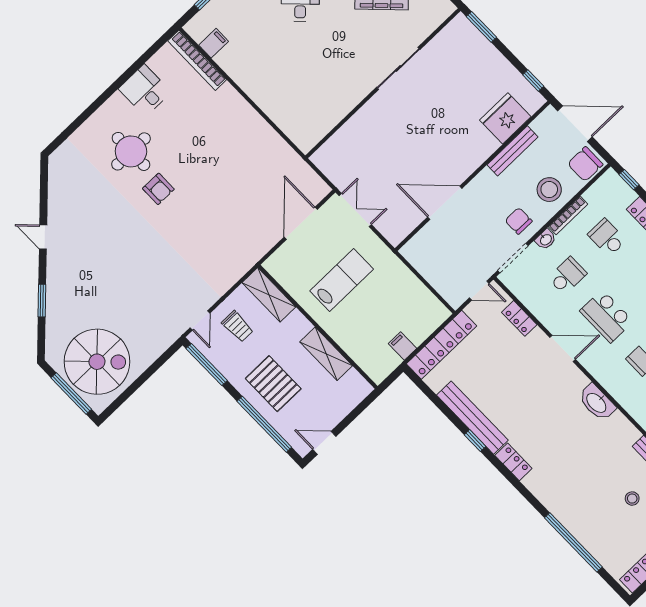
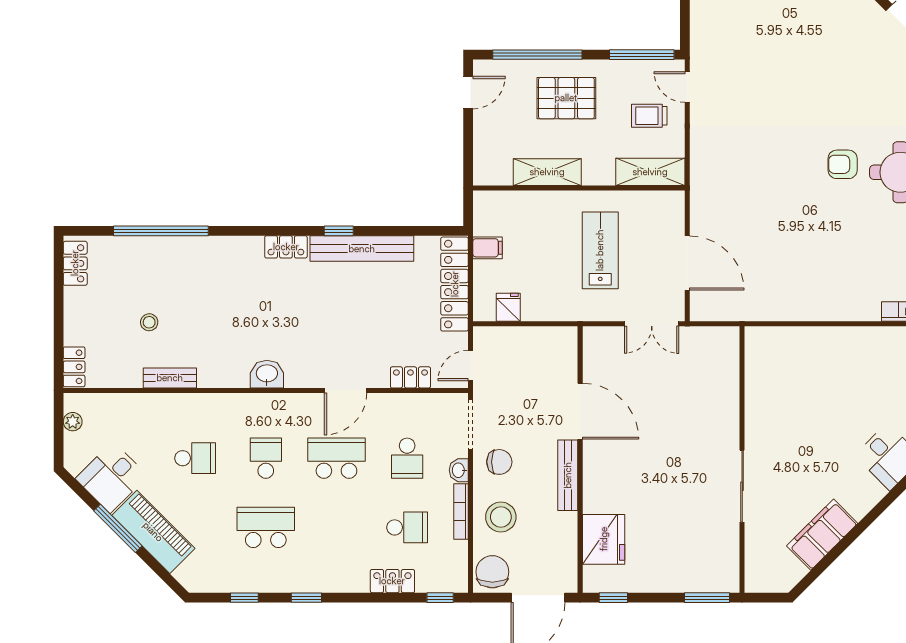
bench: (513, 151) -> (568, 475), moved
door: (445, 203) -> (580, 411), hinge flipped
lab bench: (342, 280) -> (600, 250), turned 180
fridge: (425, 301) -> (508, 307), added
washbasin: (597, 402) -> (267, 374), width x0.72

